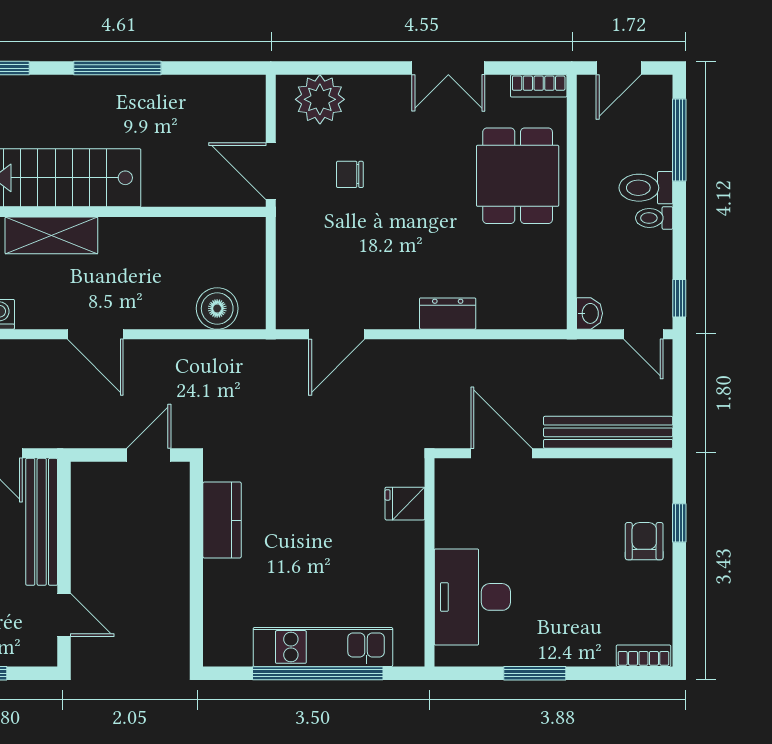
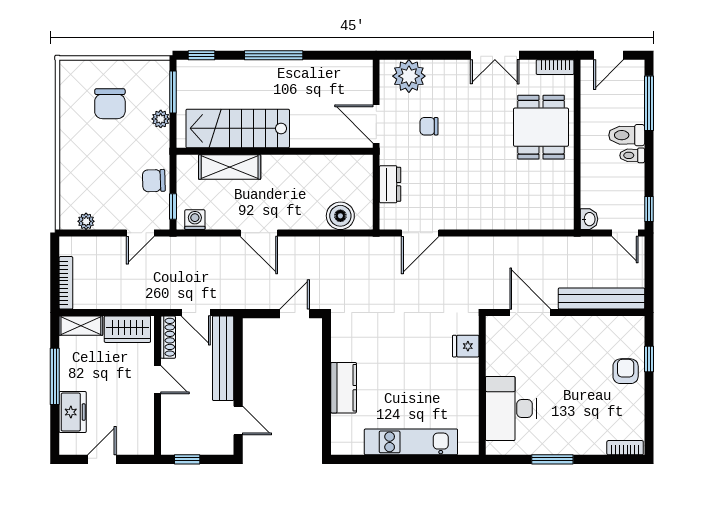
dresser: (448, 314) -> (390, 184), moved, turned 90
kitchen counter: (222, 520) -> (344, 388), moved
window: (318, 673) -> (408, 459), removed

